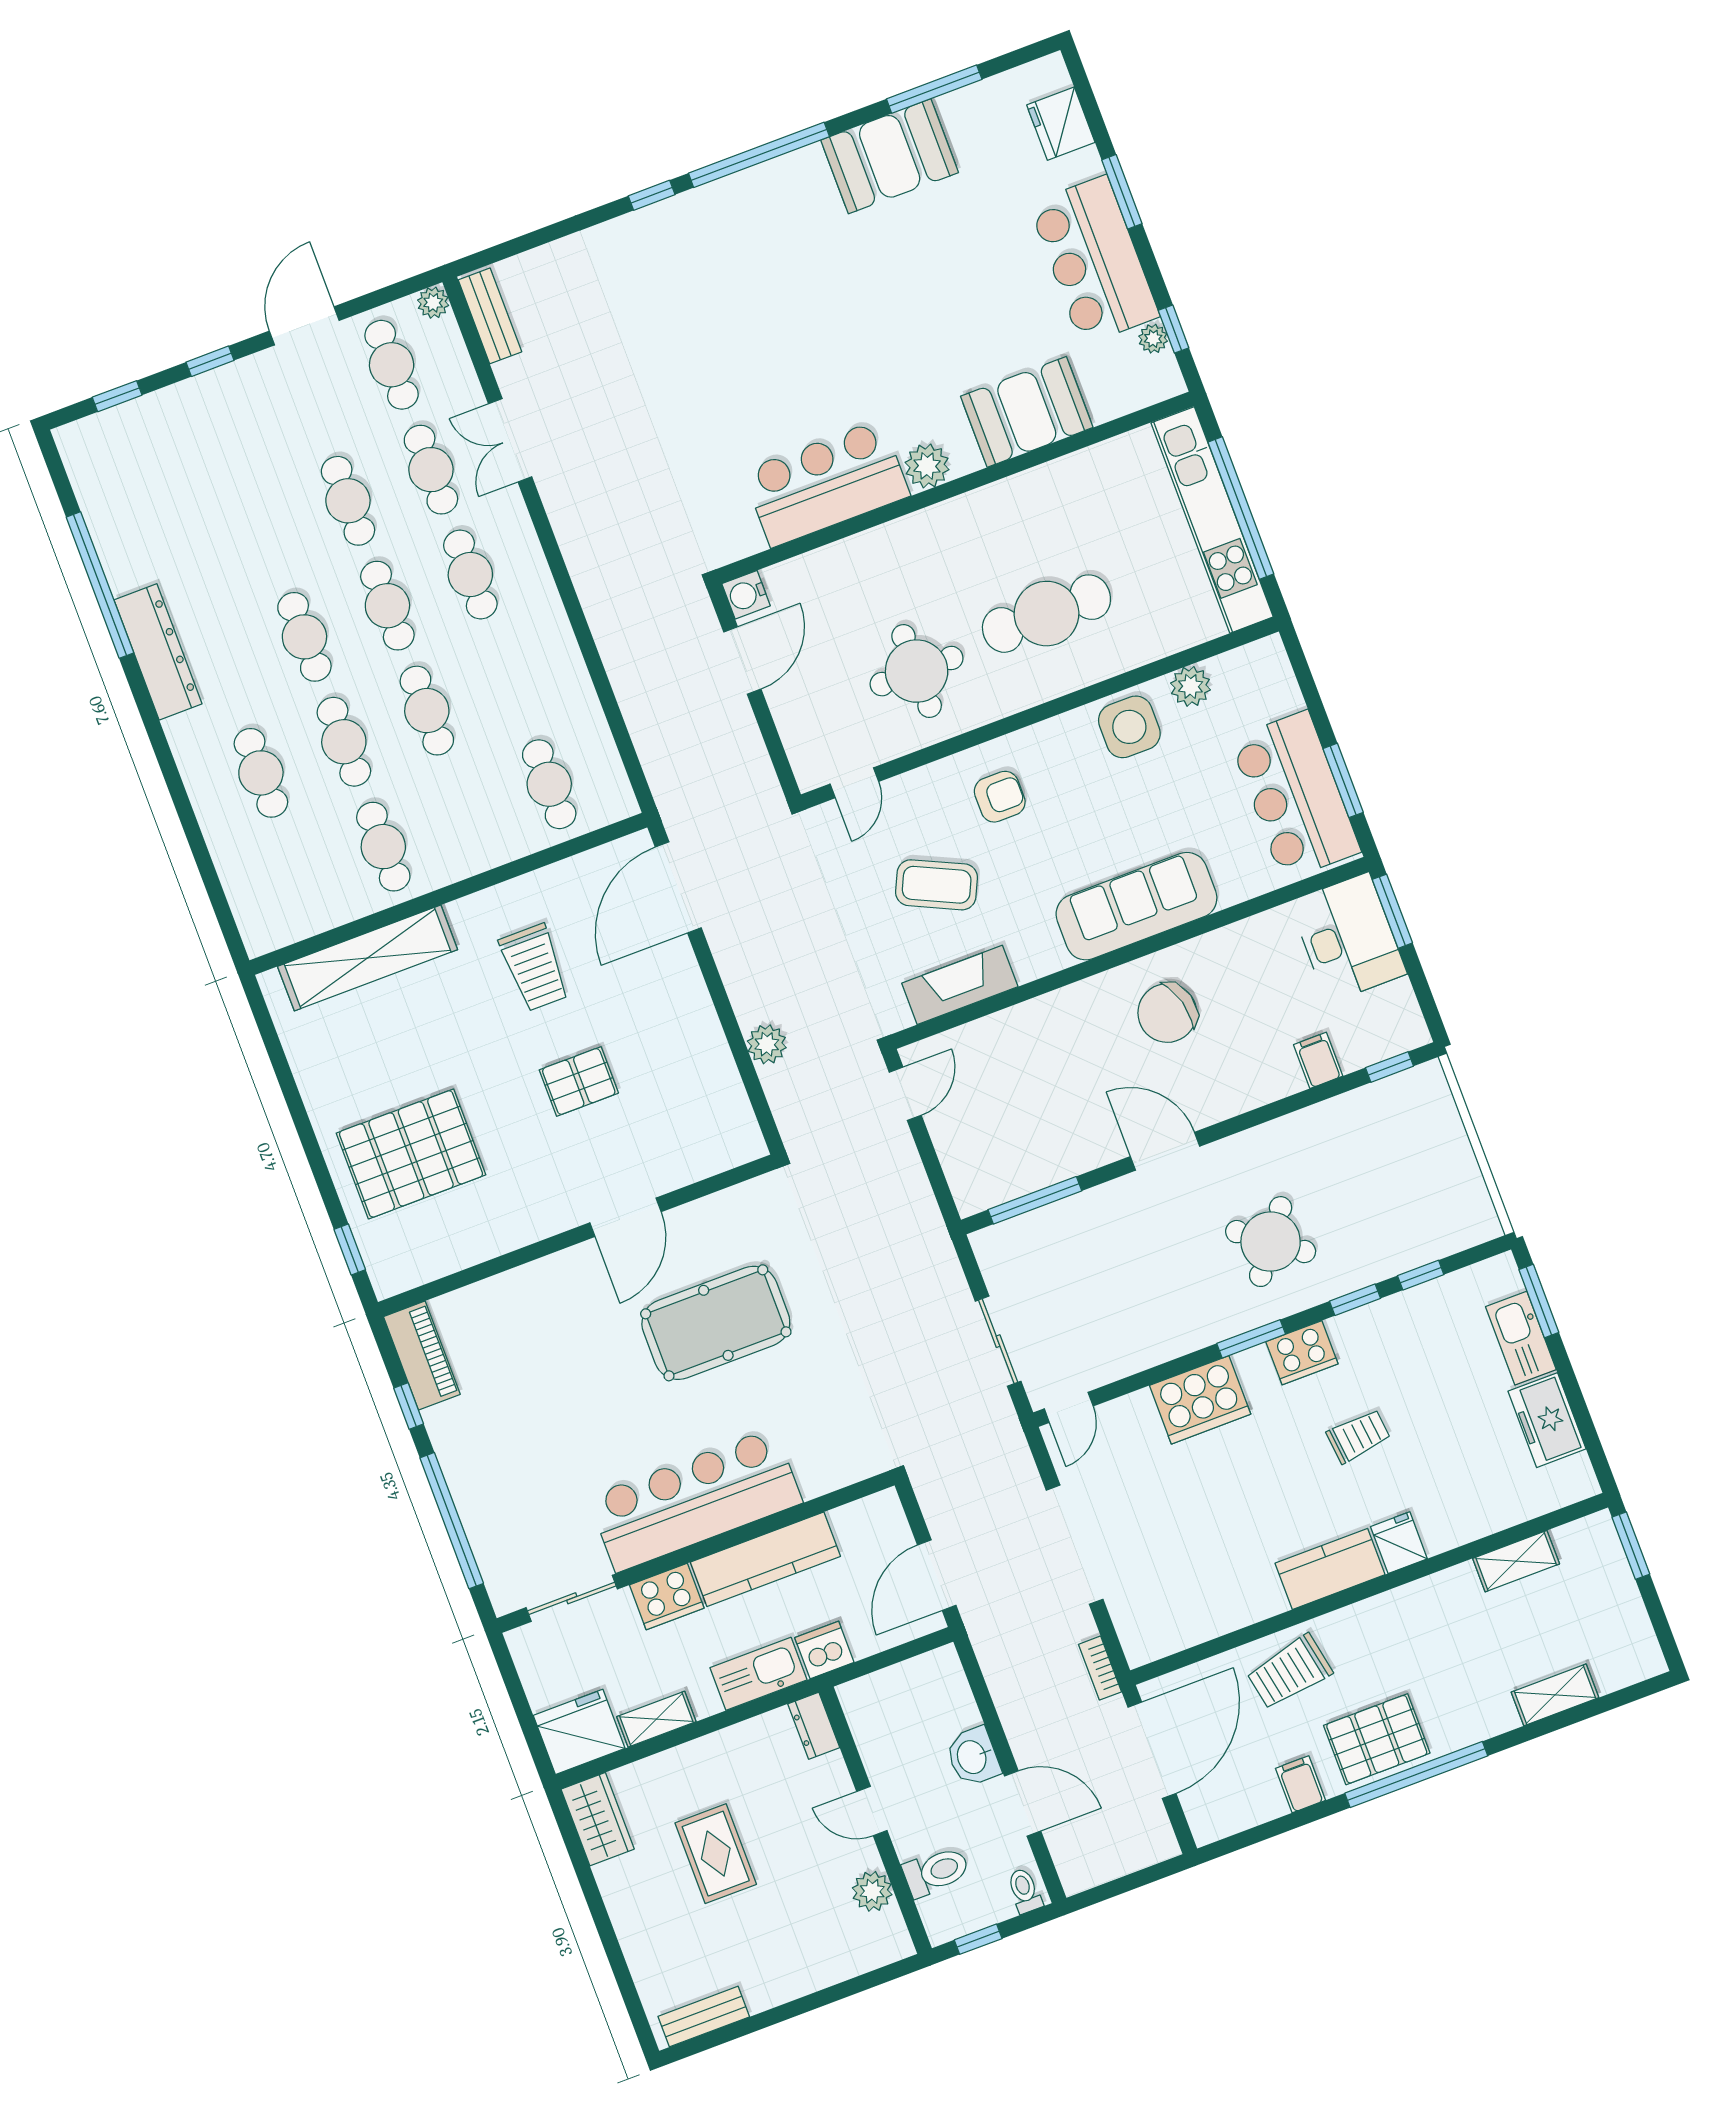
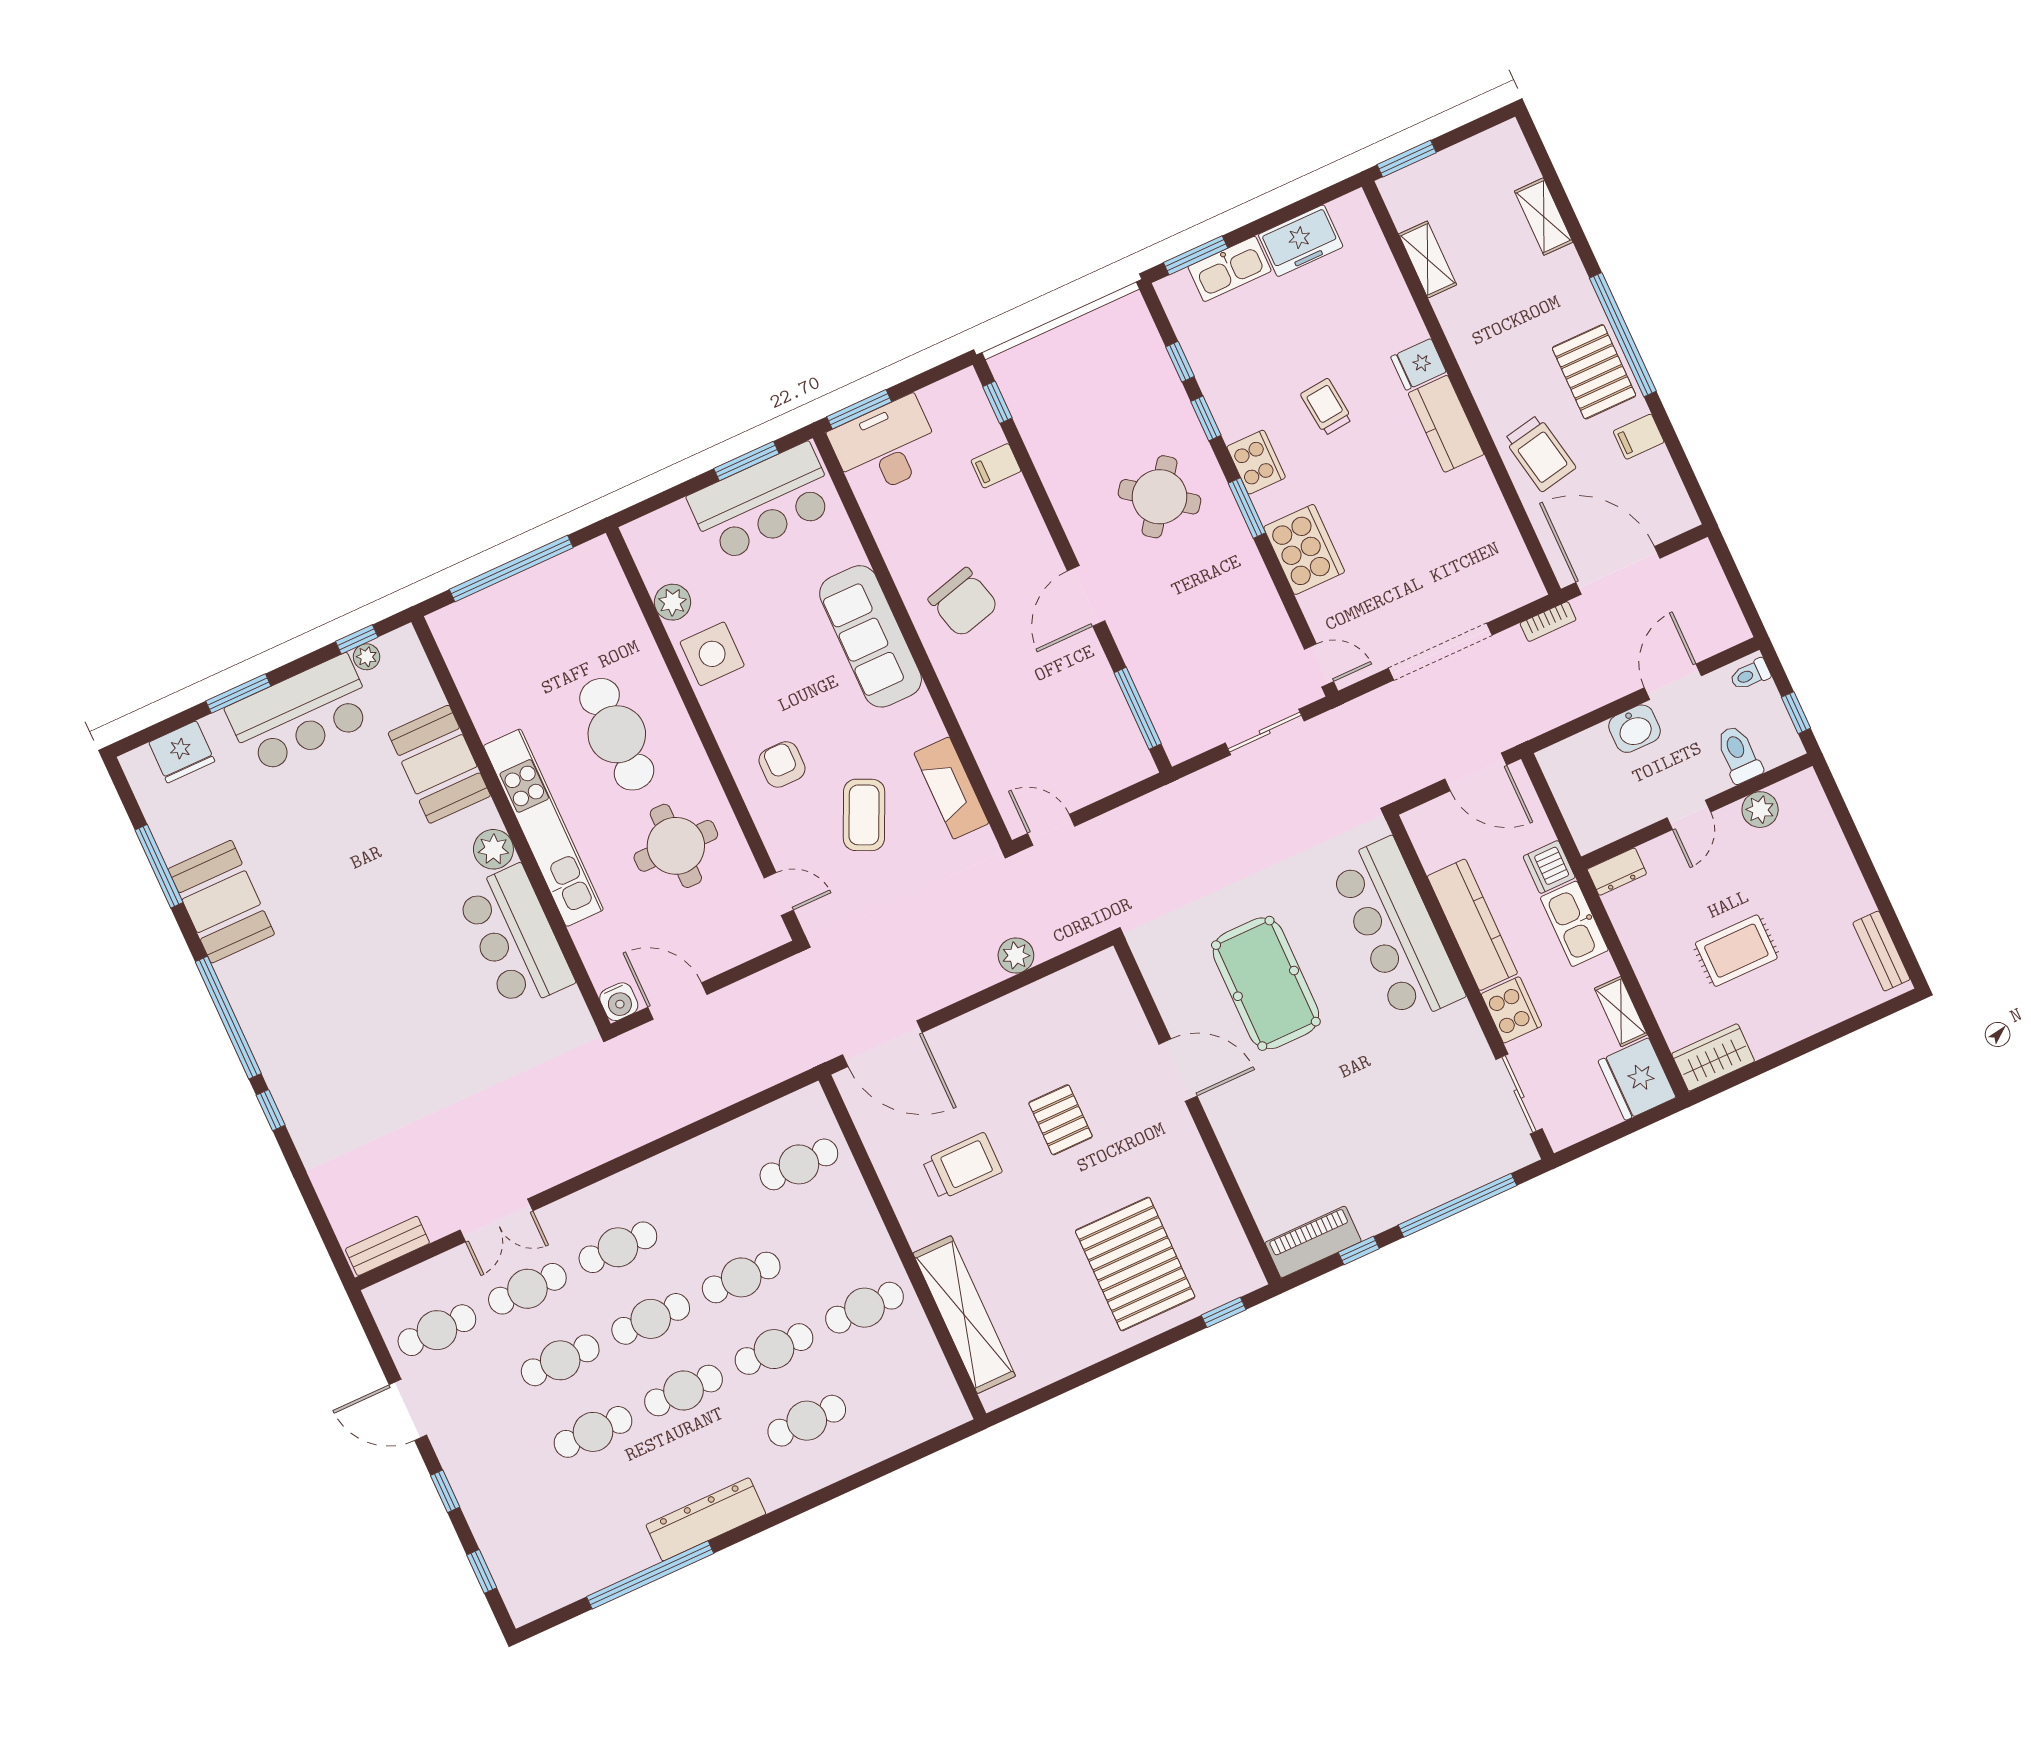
plant: (433, 303) -> (379, 1297), removed
kitchen unit: (1212, 520) -> (543, 828), moved, turned -90
cafe table: (265, 532) -> (593, 1432), added
bar counter: (695, 1500) -> (1397, 931), moved

